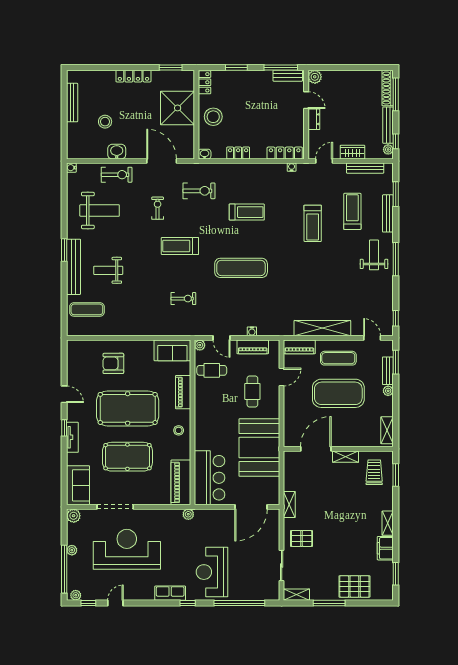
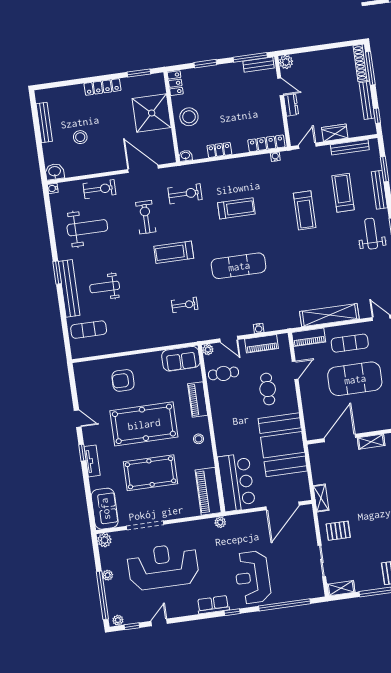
plant: (388, 149) -> (370, 125), removed
washbasin: (117, 152) -> (55, 172), moved
exercise bike: (158, 208) -> (146, 217), width x1.38, depth x1.39

